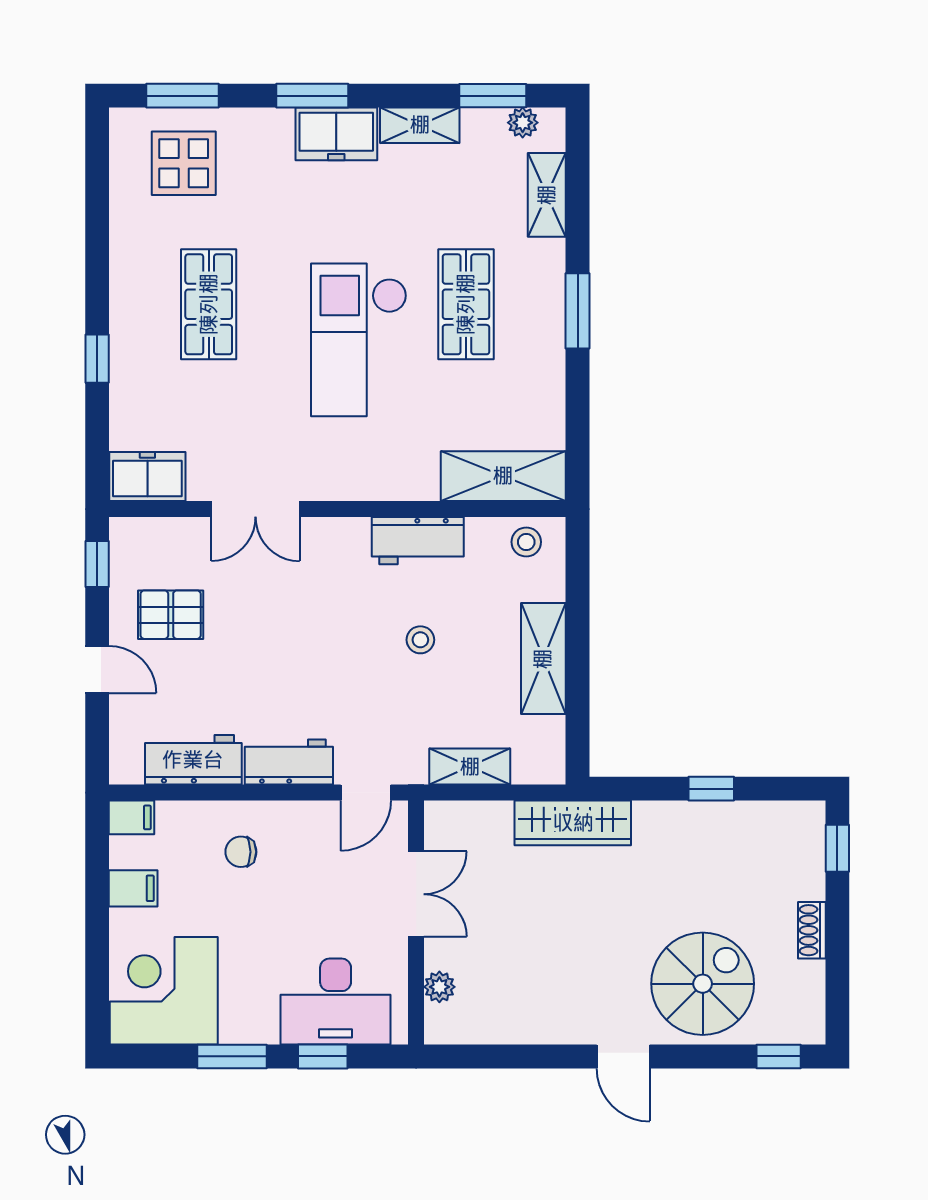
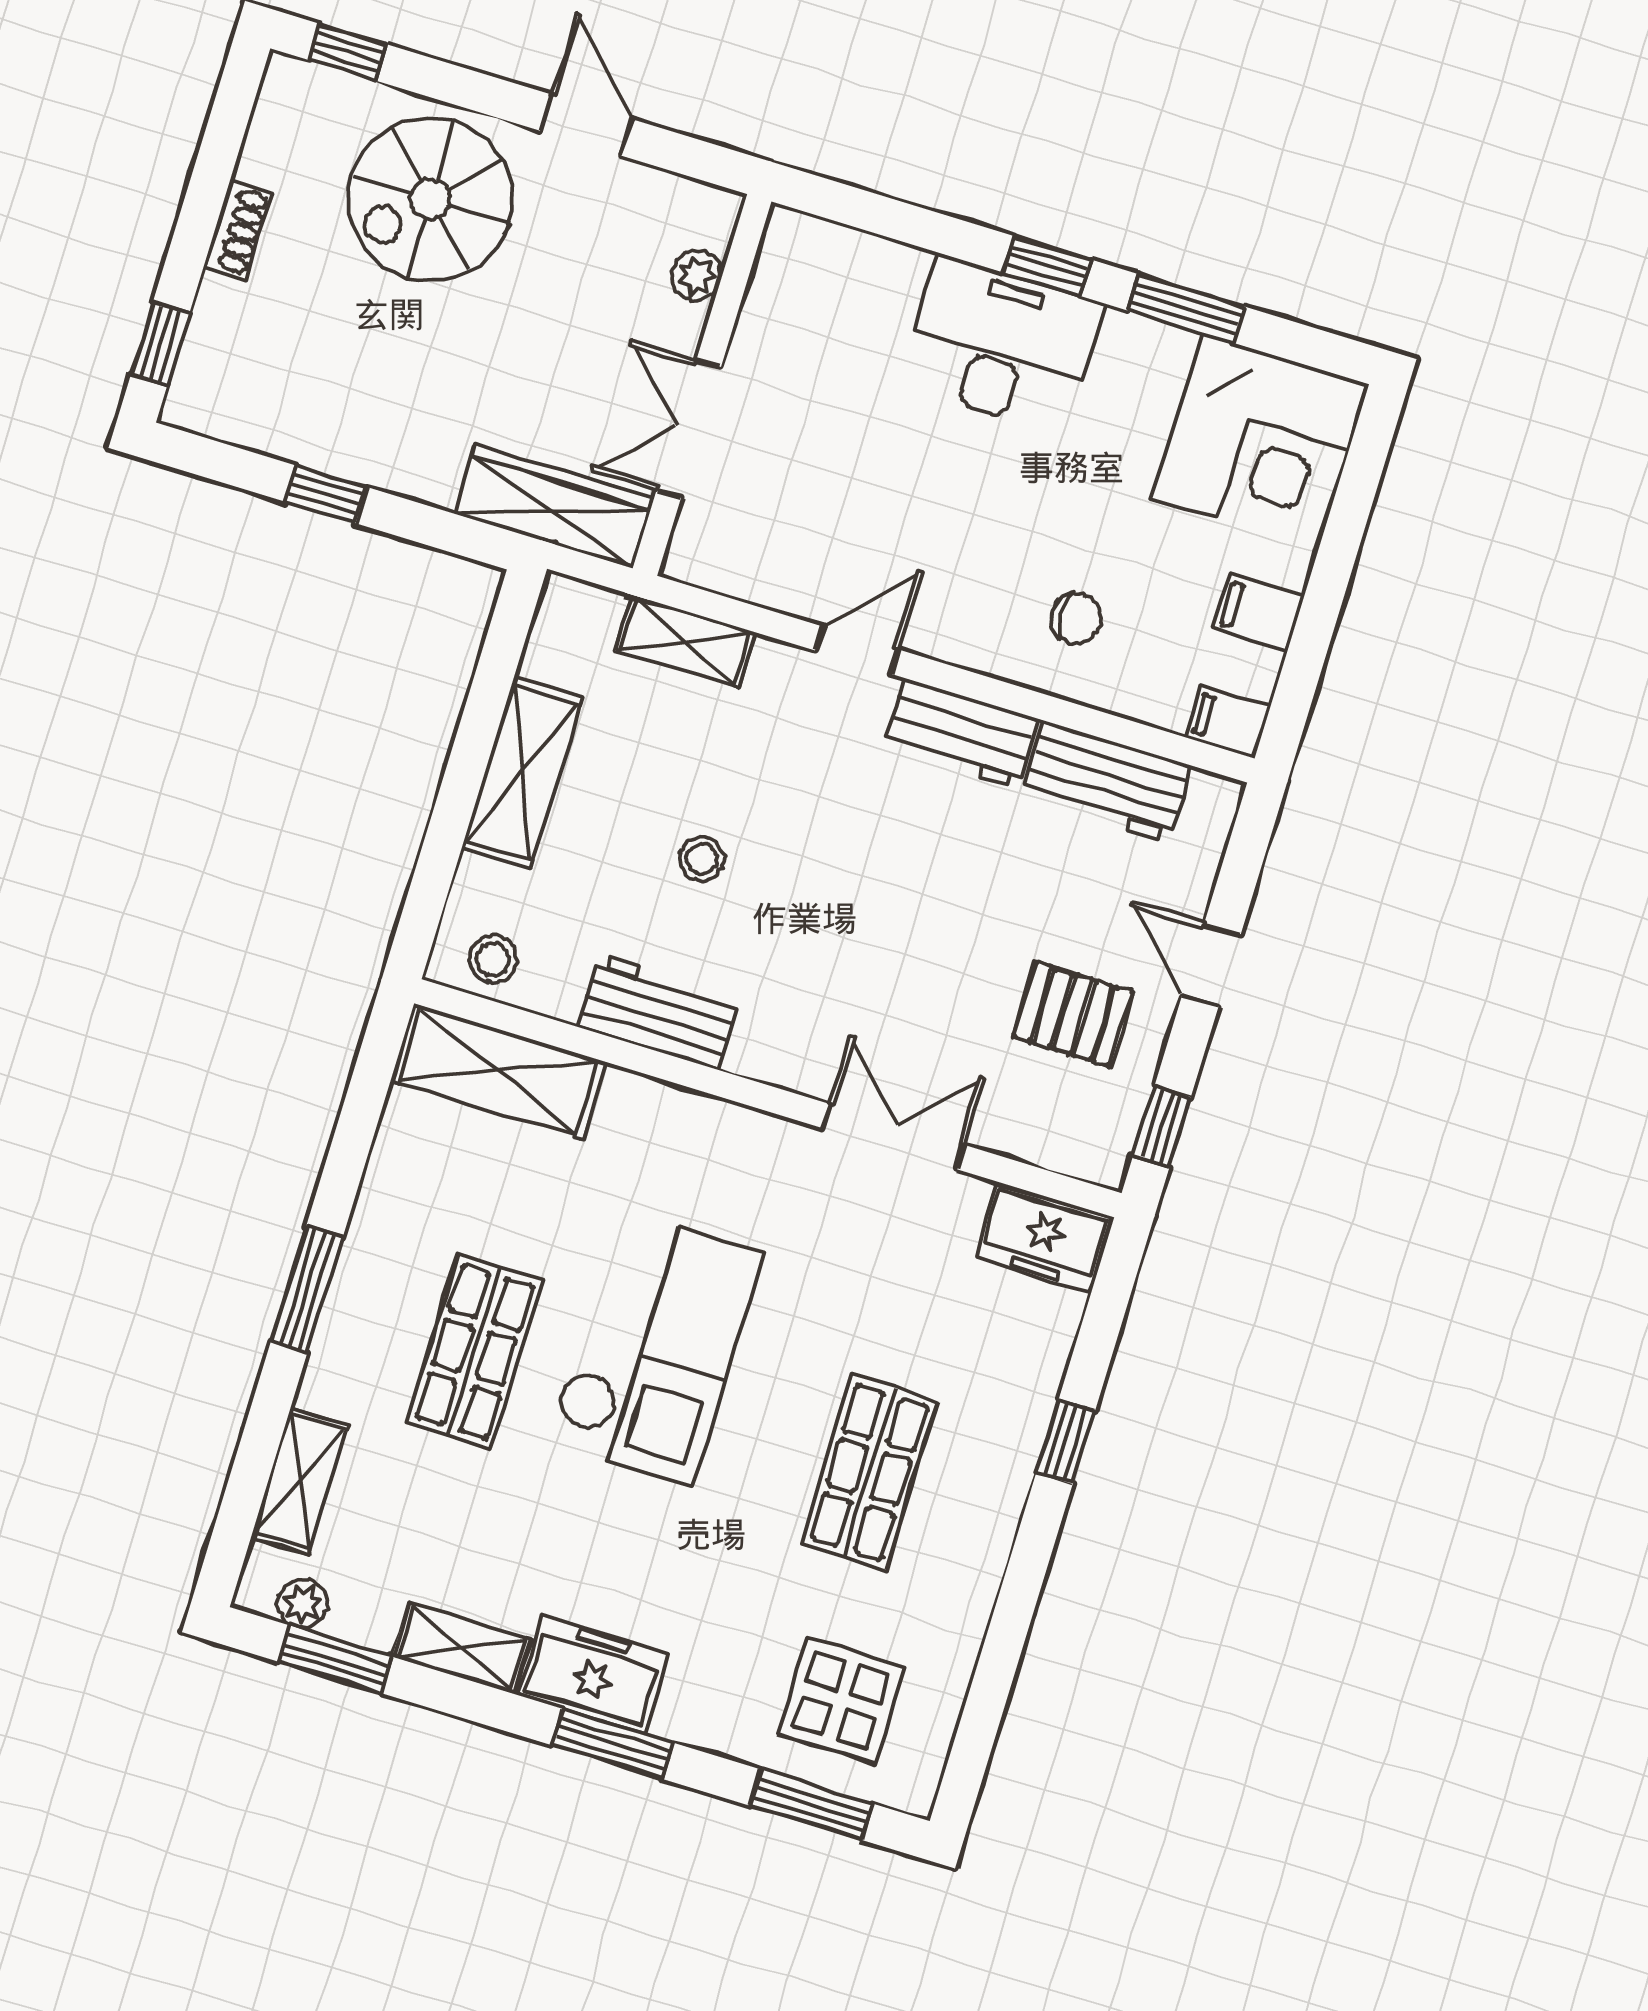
double door: (416, 894) -> (689, 429), moved
wall: (416, 923) -> (702, 385), moved
plant: (439, 987) -> (696, 275), moved

